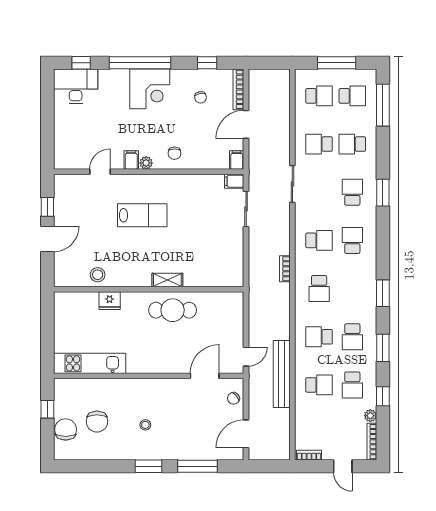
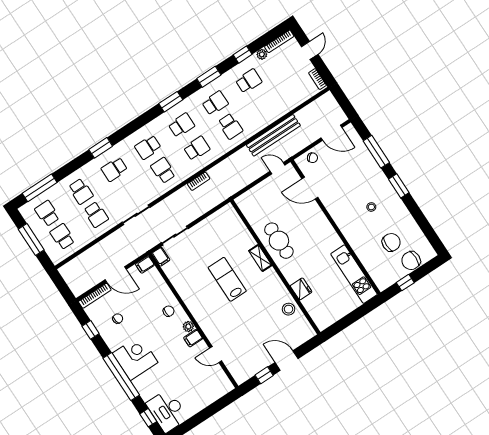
lab bench: (142, 215) -> (227, 279), moved
school desk: (319, 385) -> (182, 125), moved, turned 90

